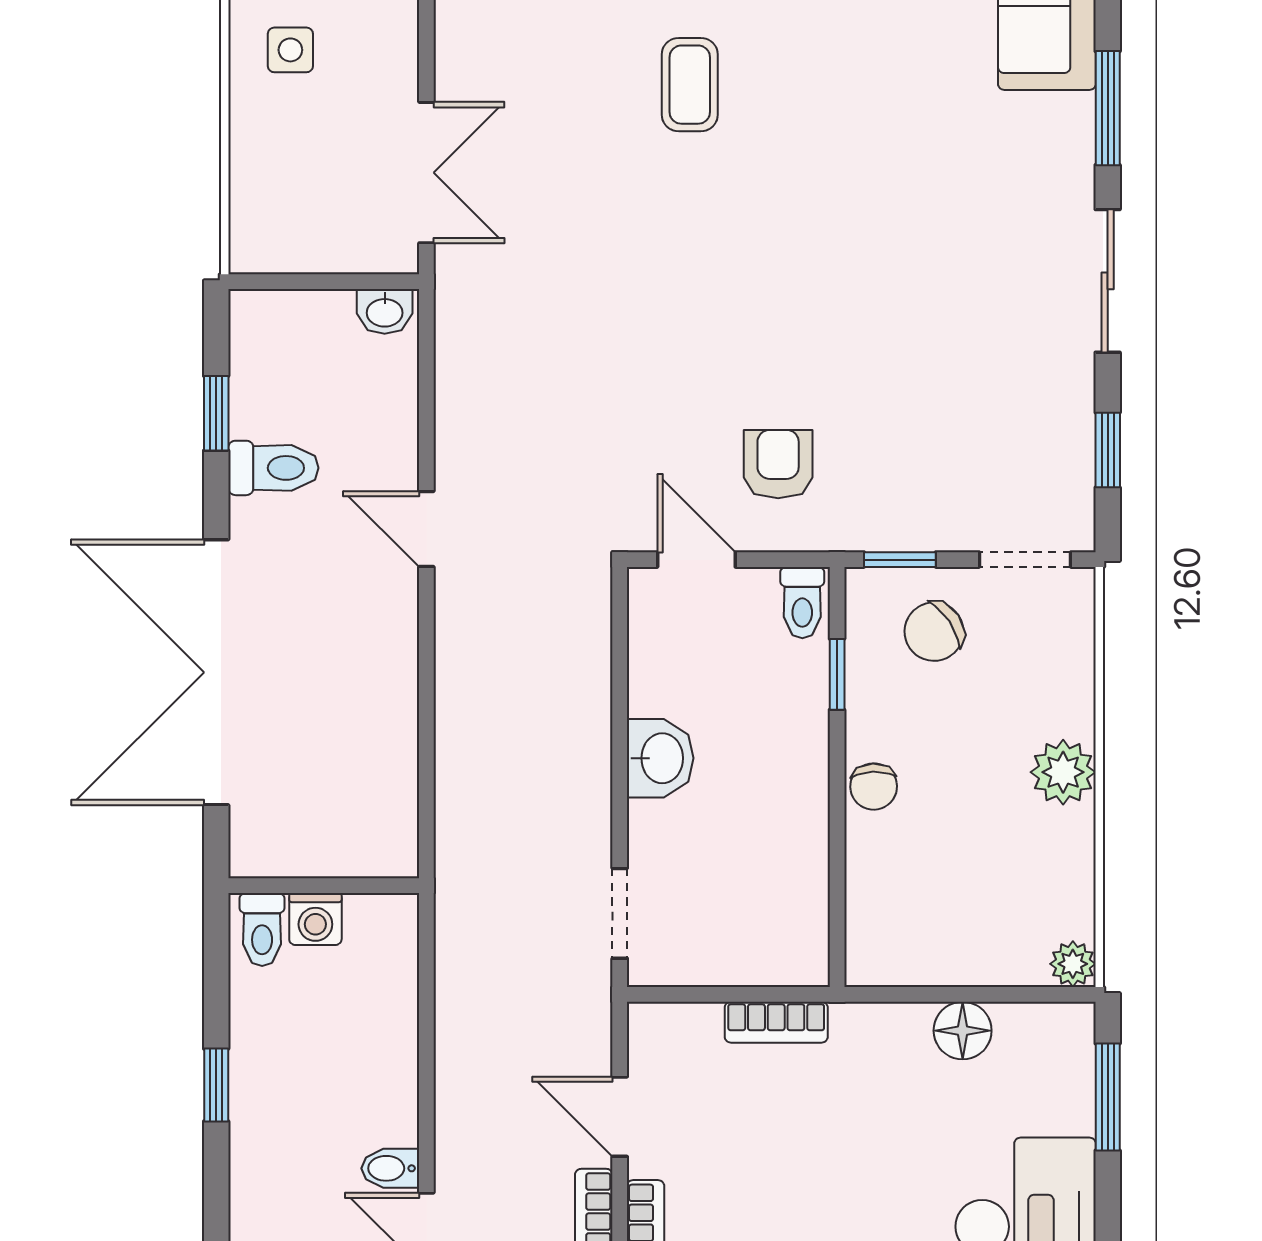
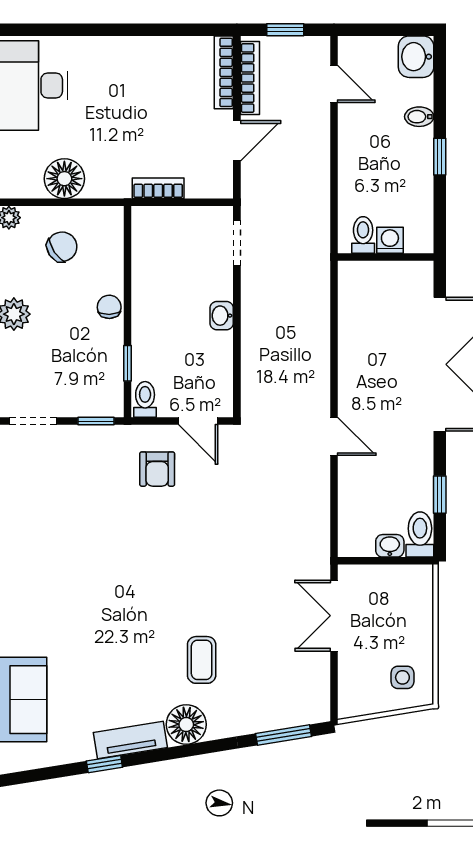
washbasin: (385, 311) -> (390, 546), moved
toilet: (273, 468) -> (420, 534), moved, turned 90
chair: (934, 632) -> (62, 247), moved
washbasin: (660, 758) -> (222, 316), width x0.72, depth x0.69
toilet: (262, 929) -> (363, 235), moved
floor lamp: (963, 1031) -> (64, 179), width x1.38, depth x1.38
door: (620, 1117) -> (237, 141), hinge flipped
bidet: (390, 1168) -> (419, 117), moved, turned 180

